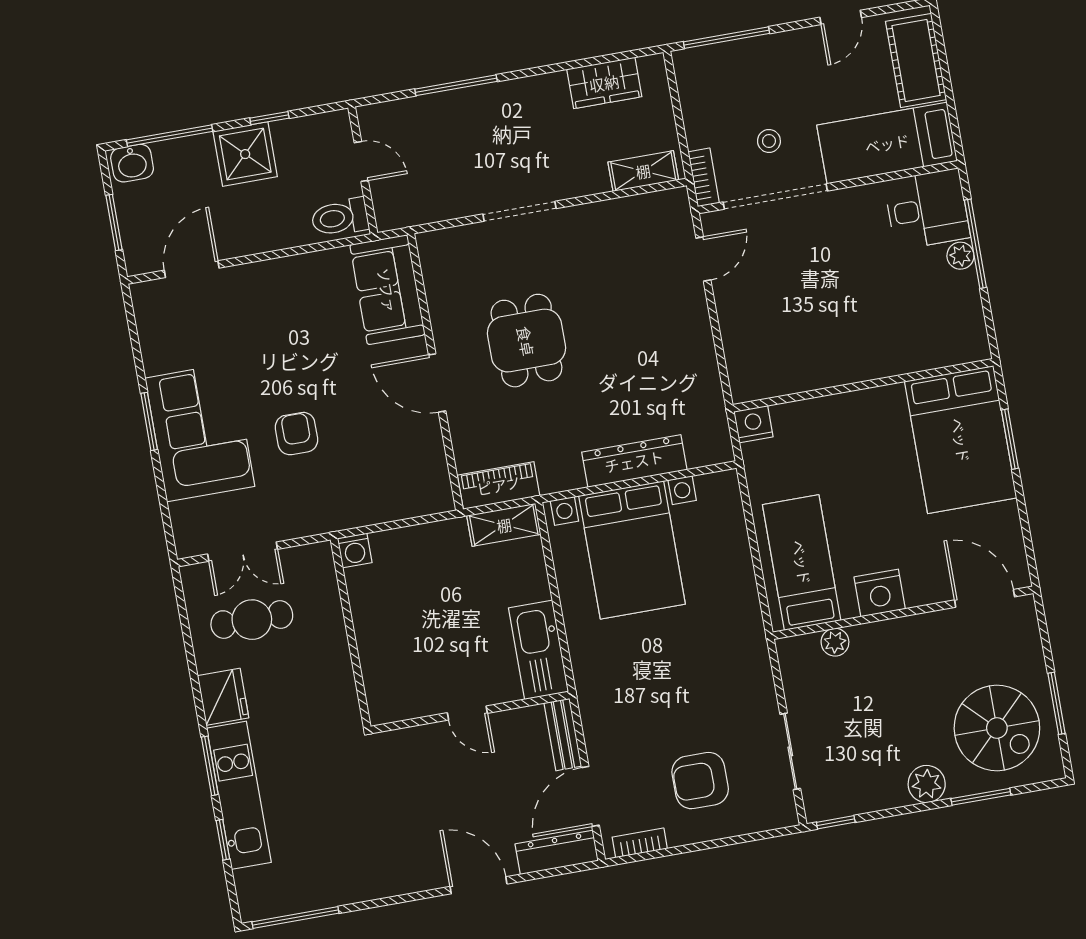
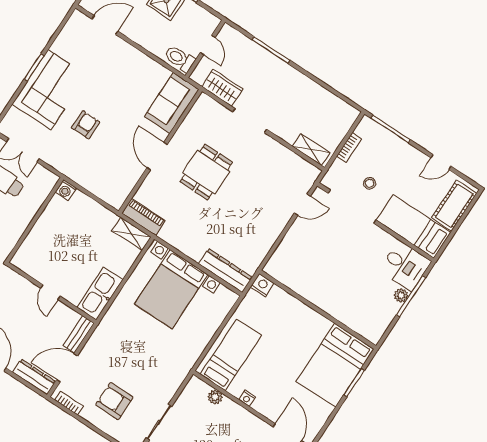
wardrobe: (604, 83) -> (222, 88), moved, turned 180
bookcase: (704, 177) -> (349, 147), moved
dresser: (634, 461) -> (225, 271), moved
nightstand: (880, 593) -> (247, 398), width x0.53, depth x0.56

